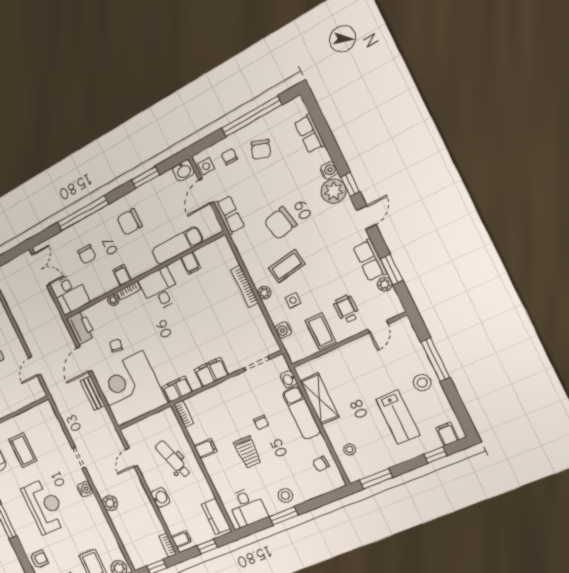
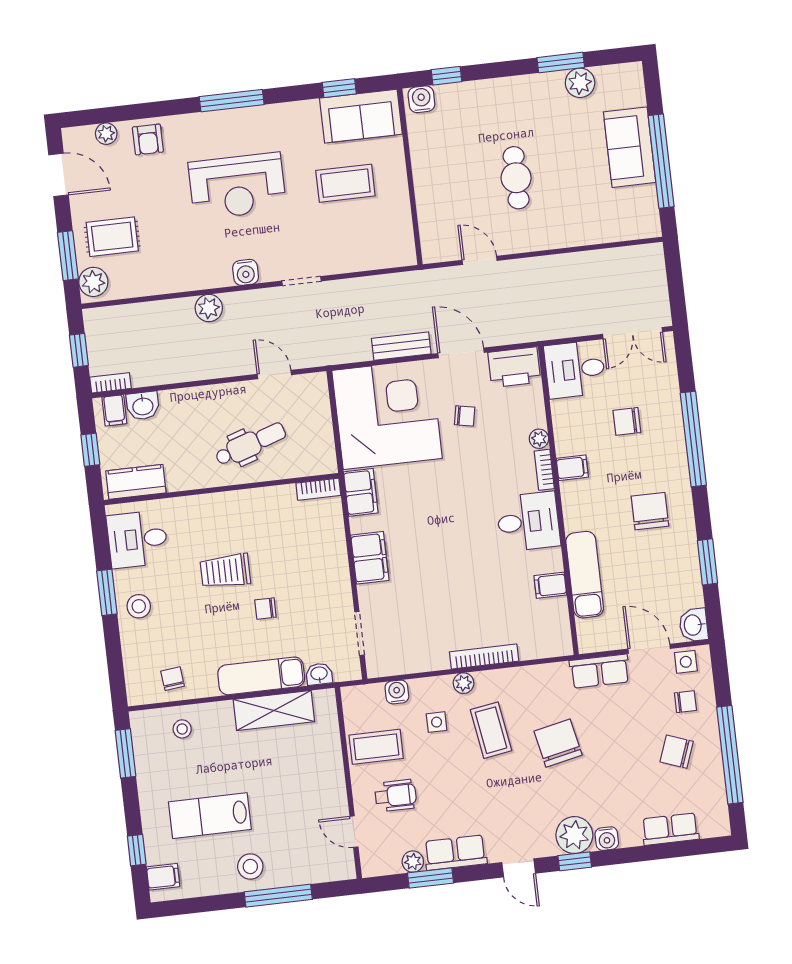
filing cabinet: (205, 448) -> (252, 505), removed
washbasin: (160, 497) -> (143, 406), moved

